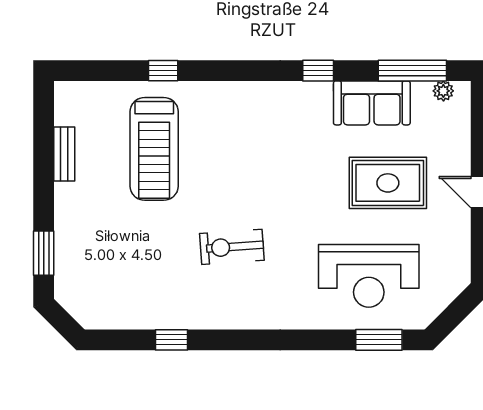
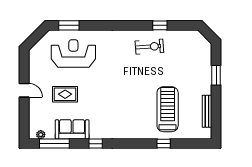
bench: (64, 154) -> (207, 111), width x1.36
rug: (388, 183) -> (65, 94), width x0.73, depth x0.70
exercise bike: (232, 247) -> (149, 47), moved
window: (44, 253) -> (216, 75), moved

